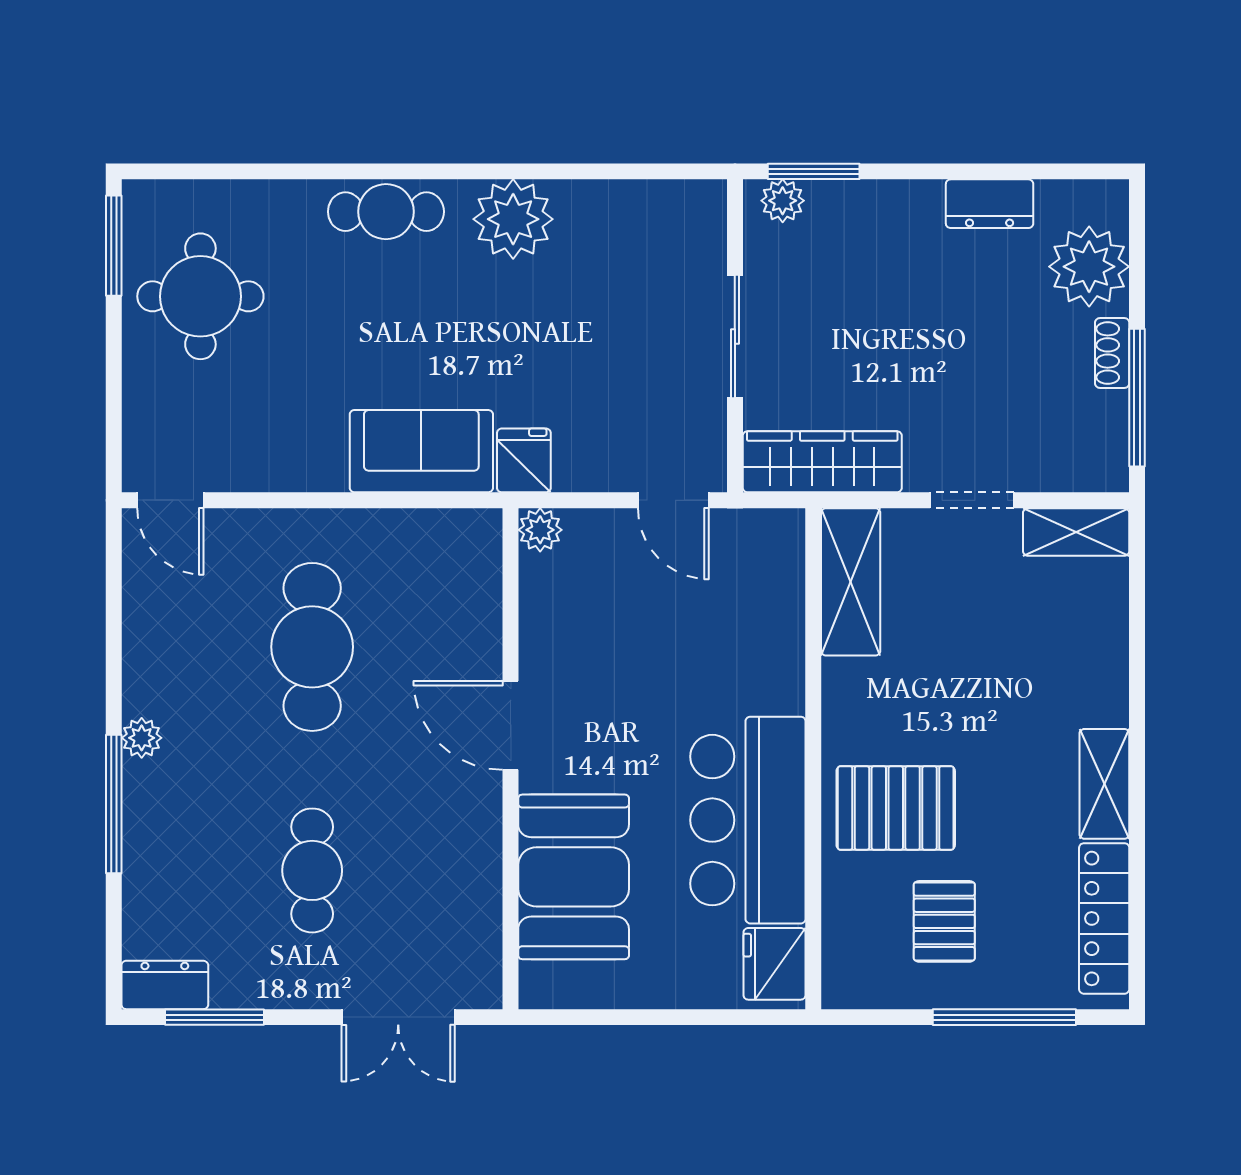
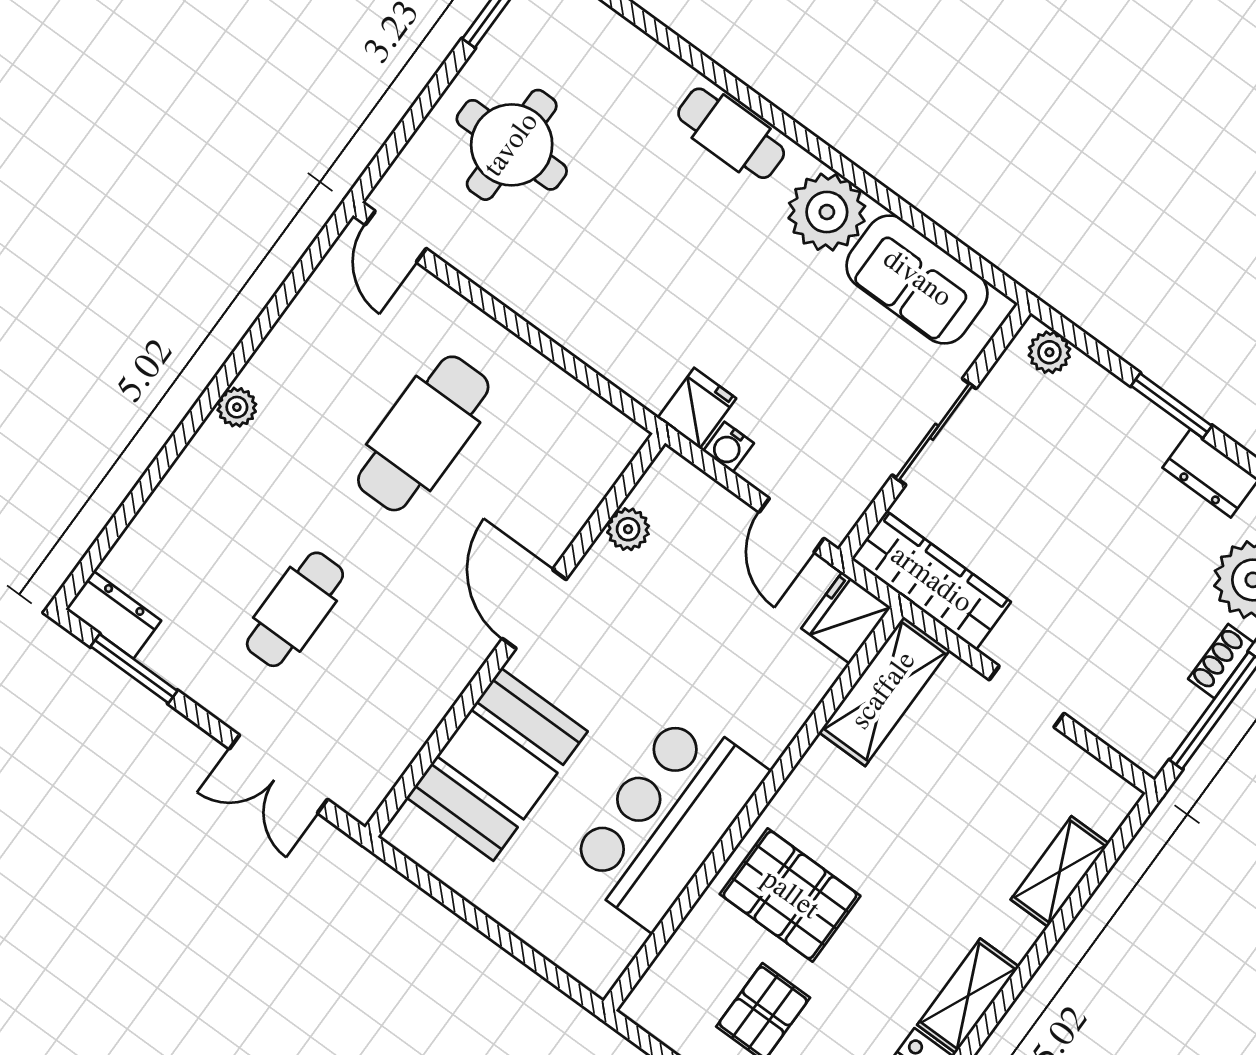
window: (814, 171) -> (1171, 406), moved
round table: (200, 296) -> (512, 145), moved
sofa: (421, 451) -> (917, 279), moved, turned 180
water cooler: (574, 474) -> (728, 447), added
plant: (540, 530) -> (628, 529), moved
shelving: (1076, 532) -> (1060, 872), moved, turned 90
window: (114, 804) -> (177, 443), removed
fridge: (775, 964) -> (846, 618), moved

